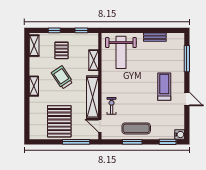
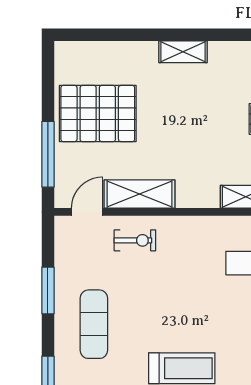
trolley: (62, 77) -> (204, 120), removed
shelving: (92, 97) -> (140, 194), width x0.68
exercise mat: (136, 128) -> (94, 324), moved

